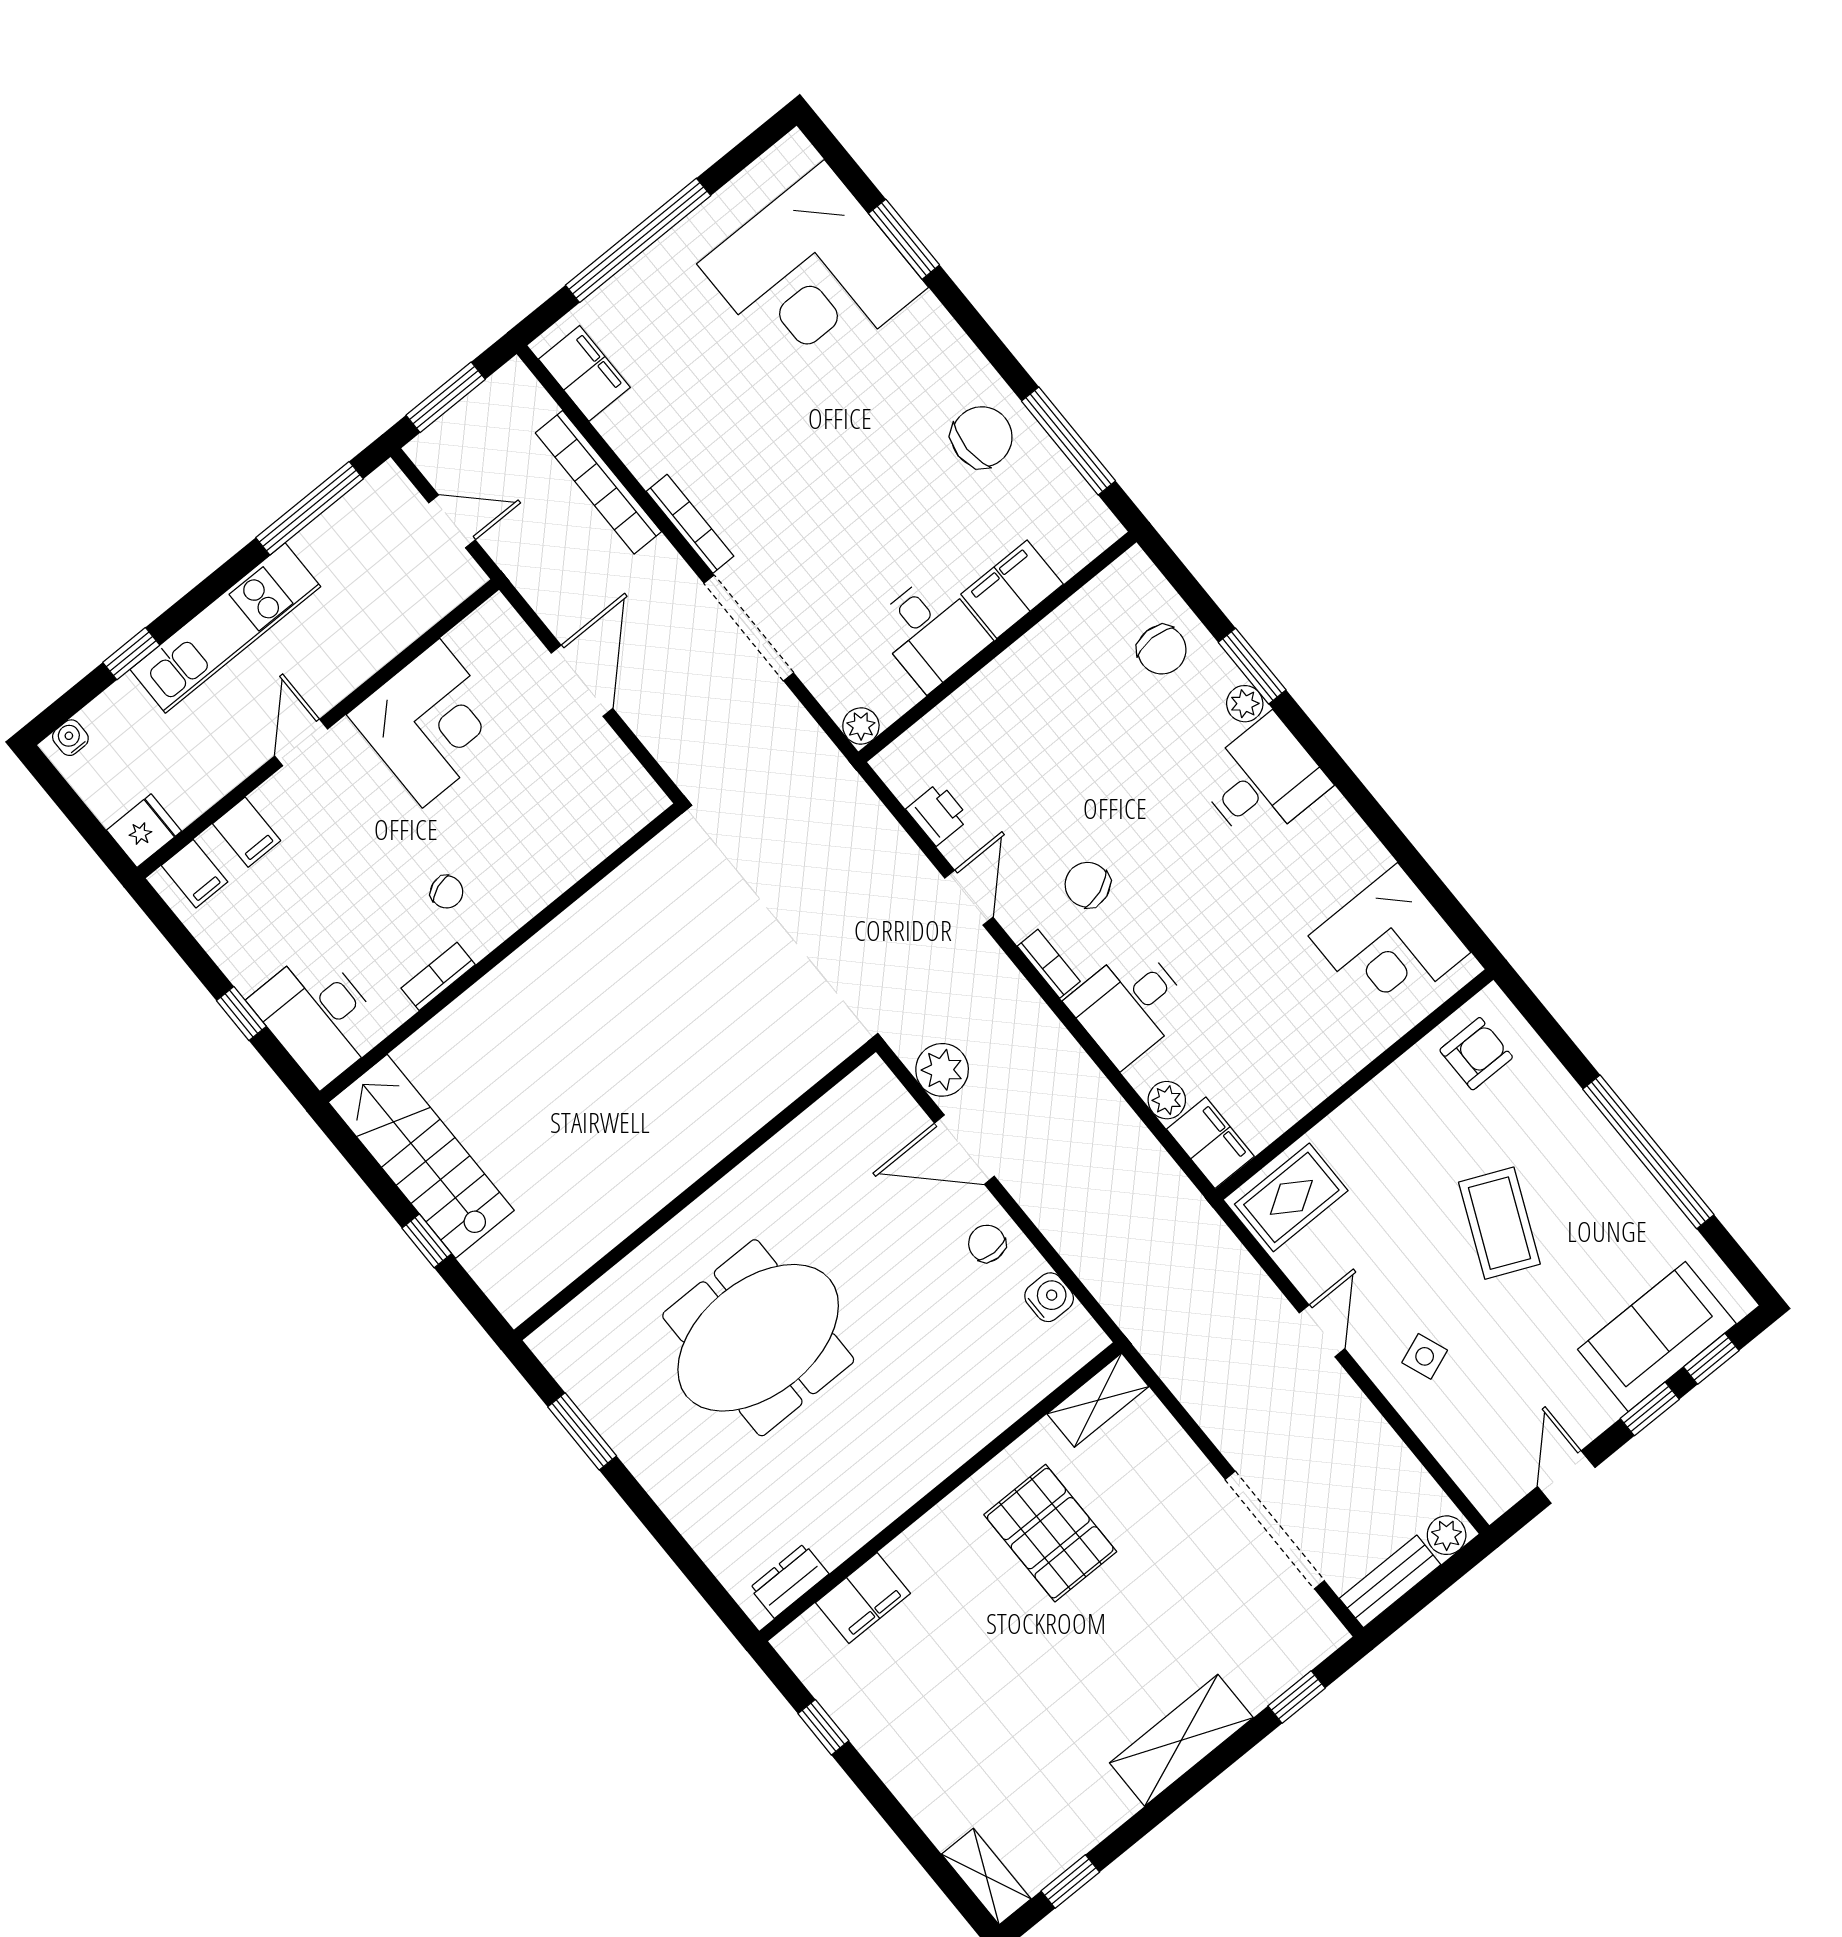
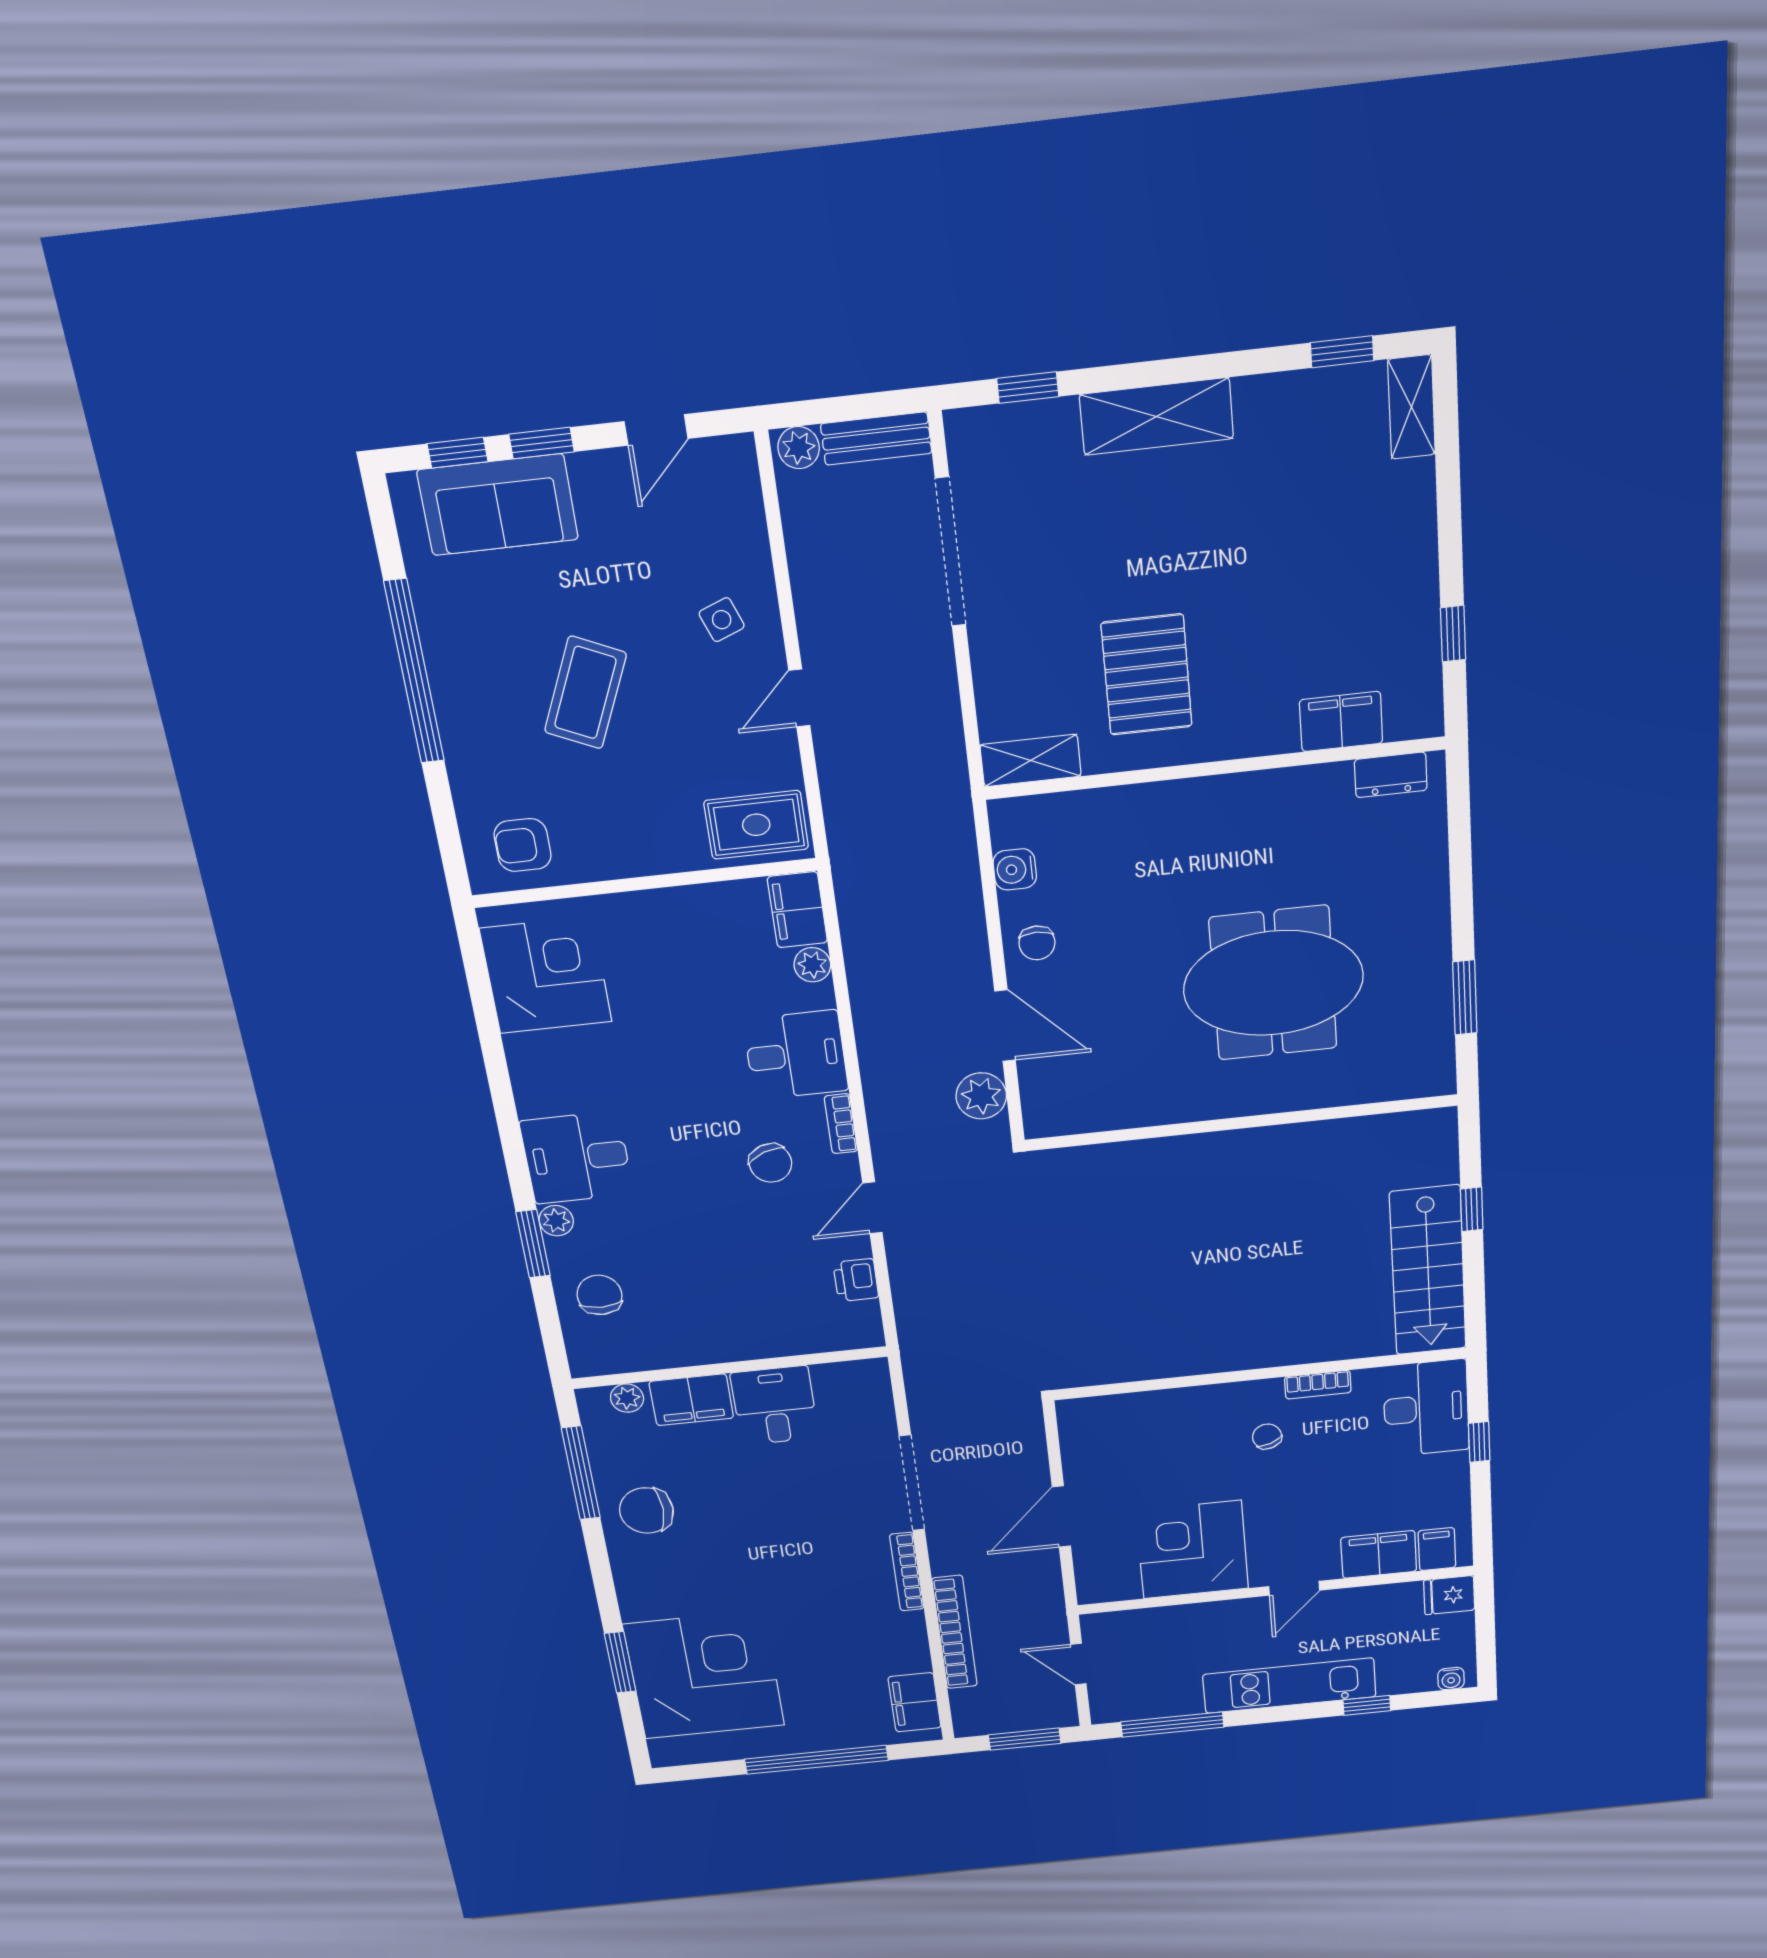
plant: (861, 726) -> (627, 1398), moved
filing cabinet: (247, 832) -> (1379, 1554), width x2.00

